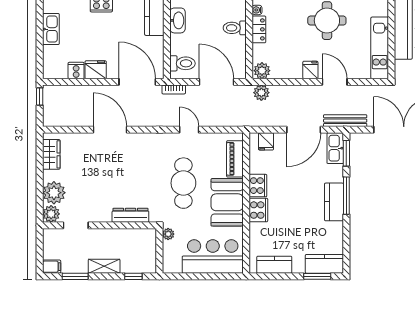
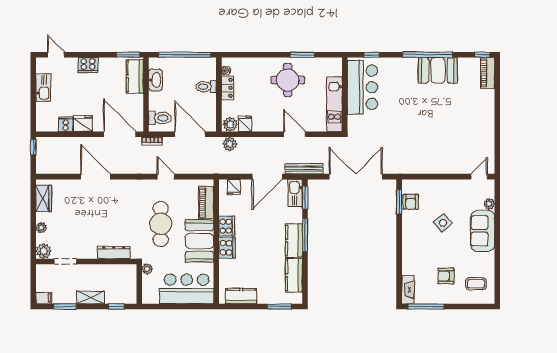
fridge: (310, 70) -> (245, 124), moved
plant: (54, 193) -> (41, 228), width x0.53, depth x0.53
kitchen counter: (324, 264) -> (294, 275), moved, turned -90

